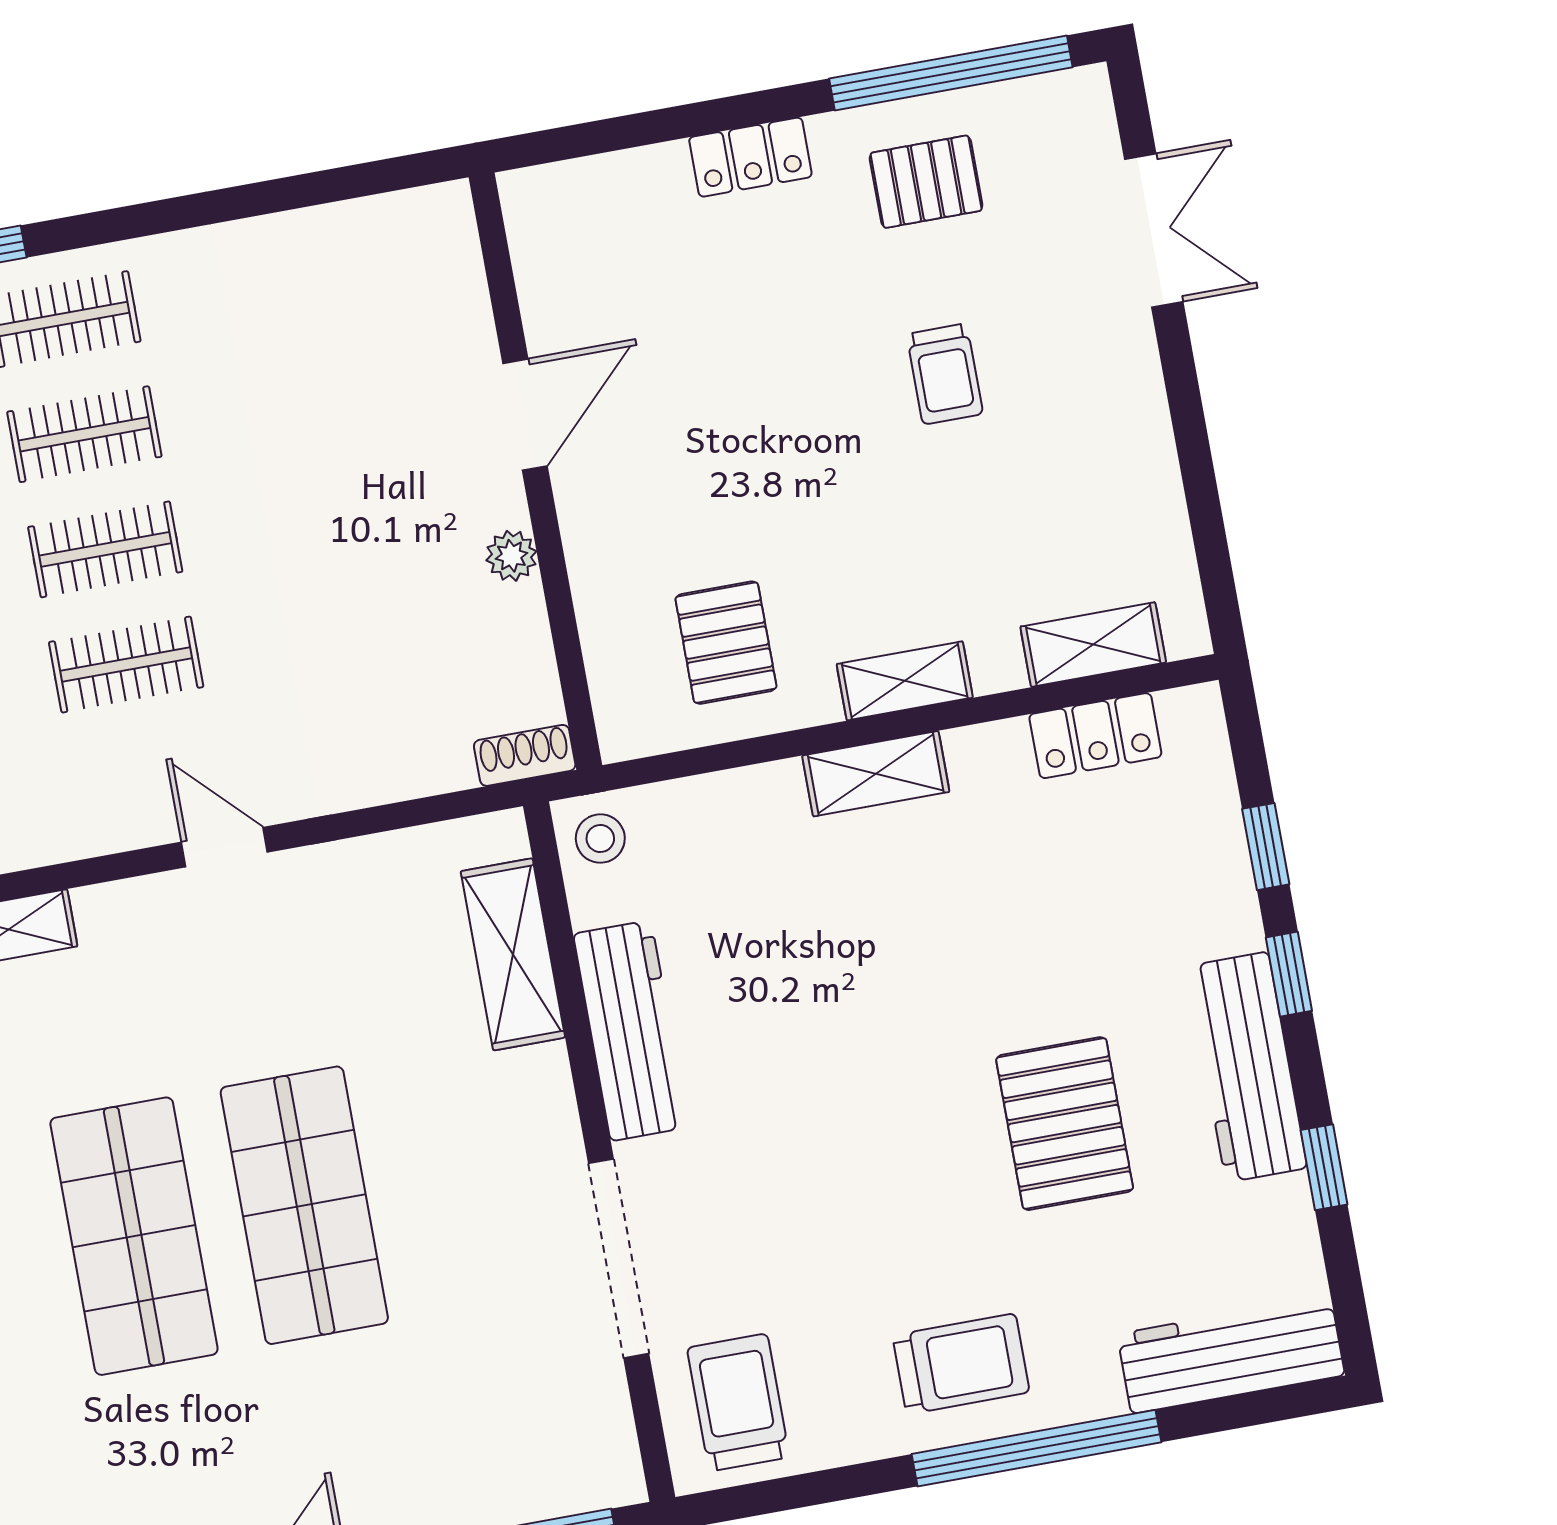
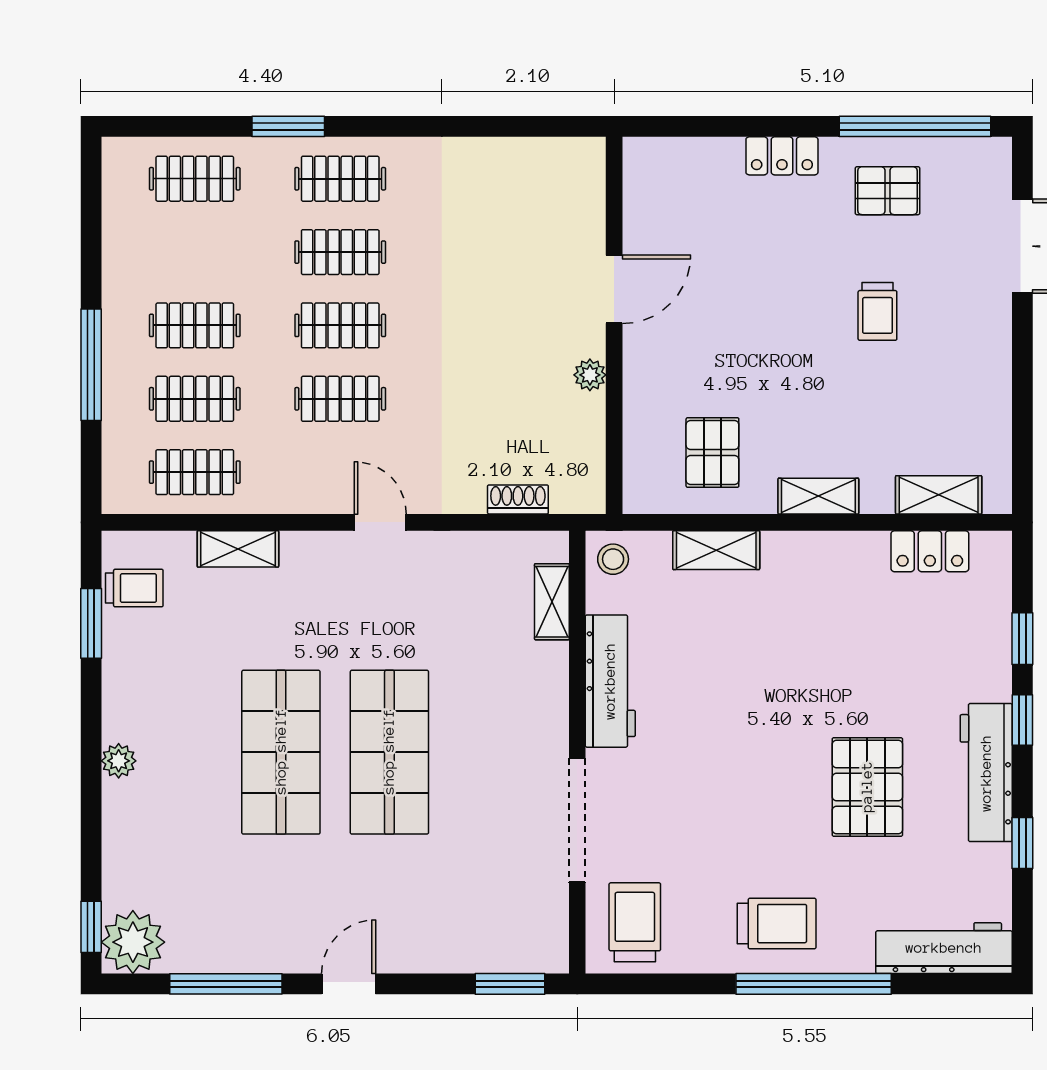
shoe rack: (525, 755) -> (518, 499), moved
shelving: (876, 774) -> (716, 550), moved
shelving: (513, 954) -> (552, 602), width x0.67, depth x0.75

